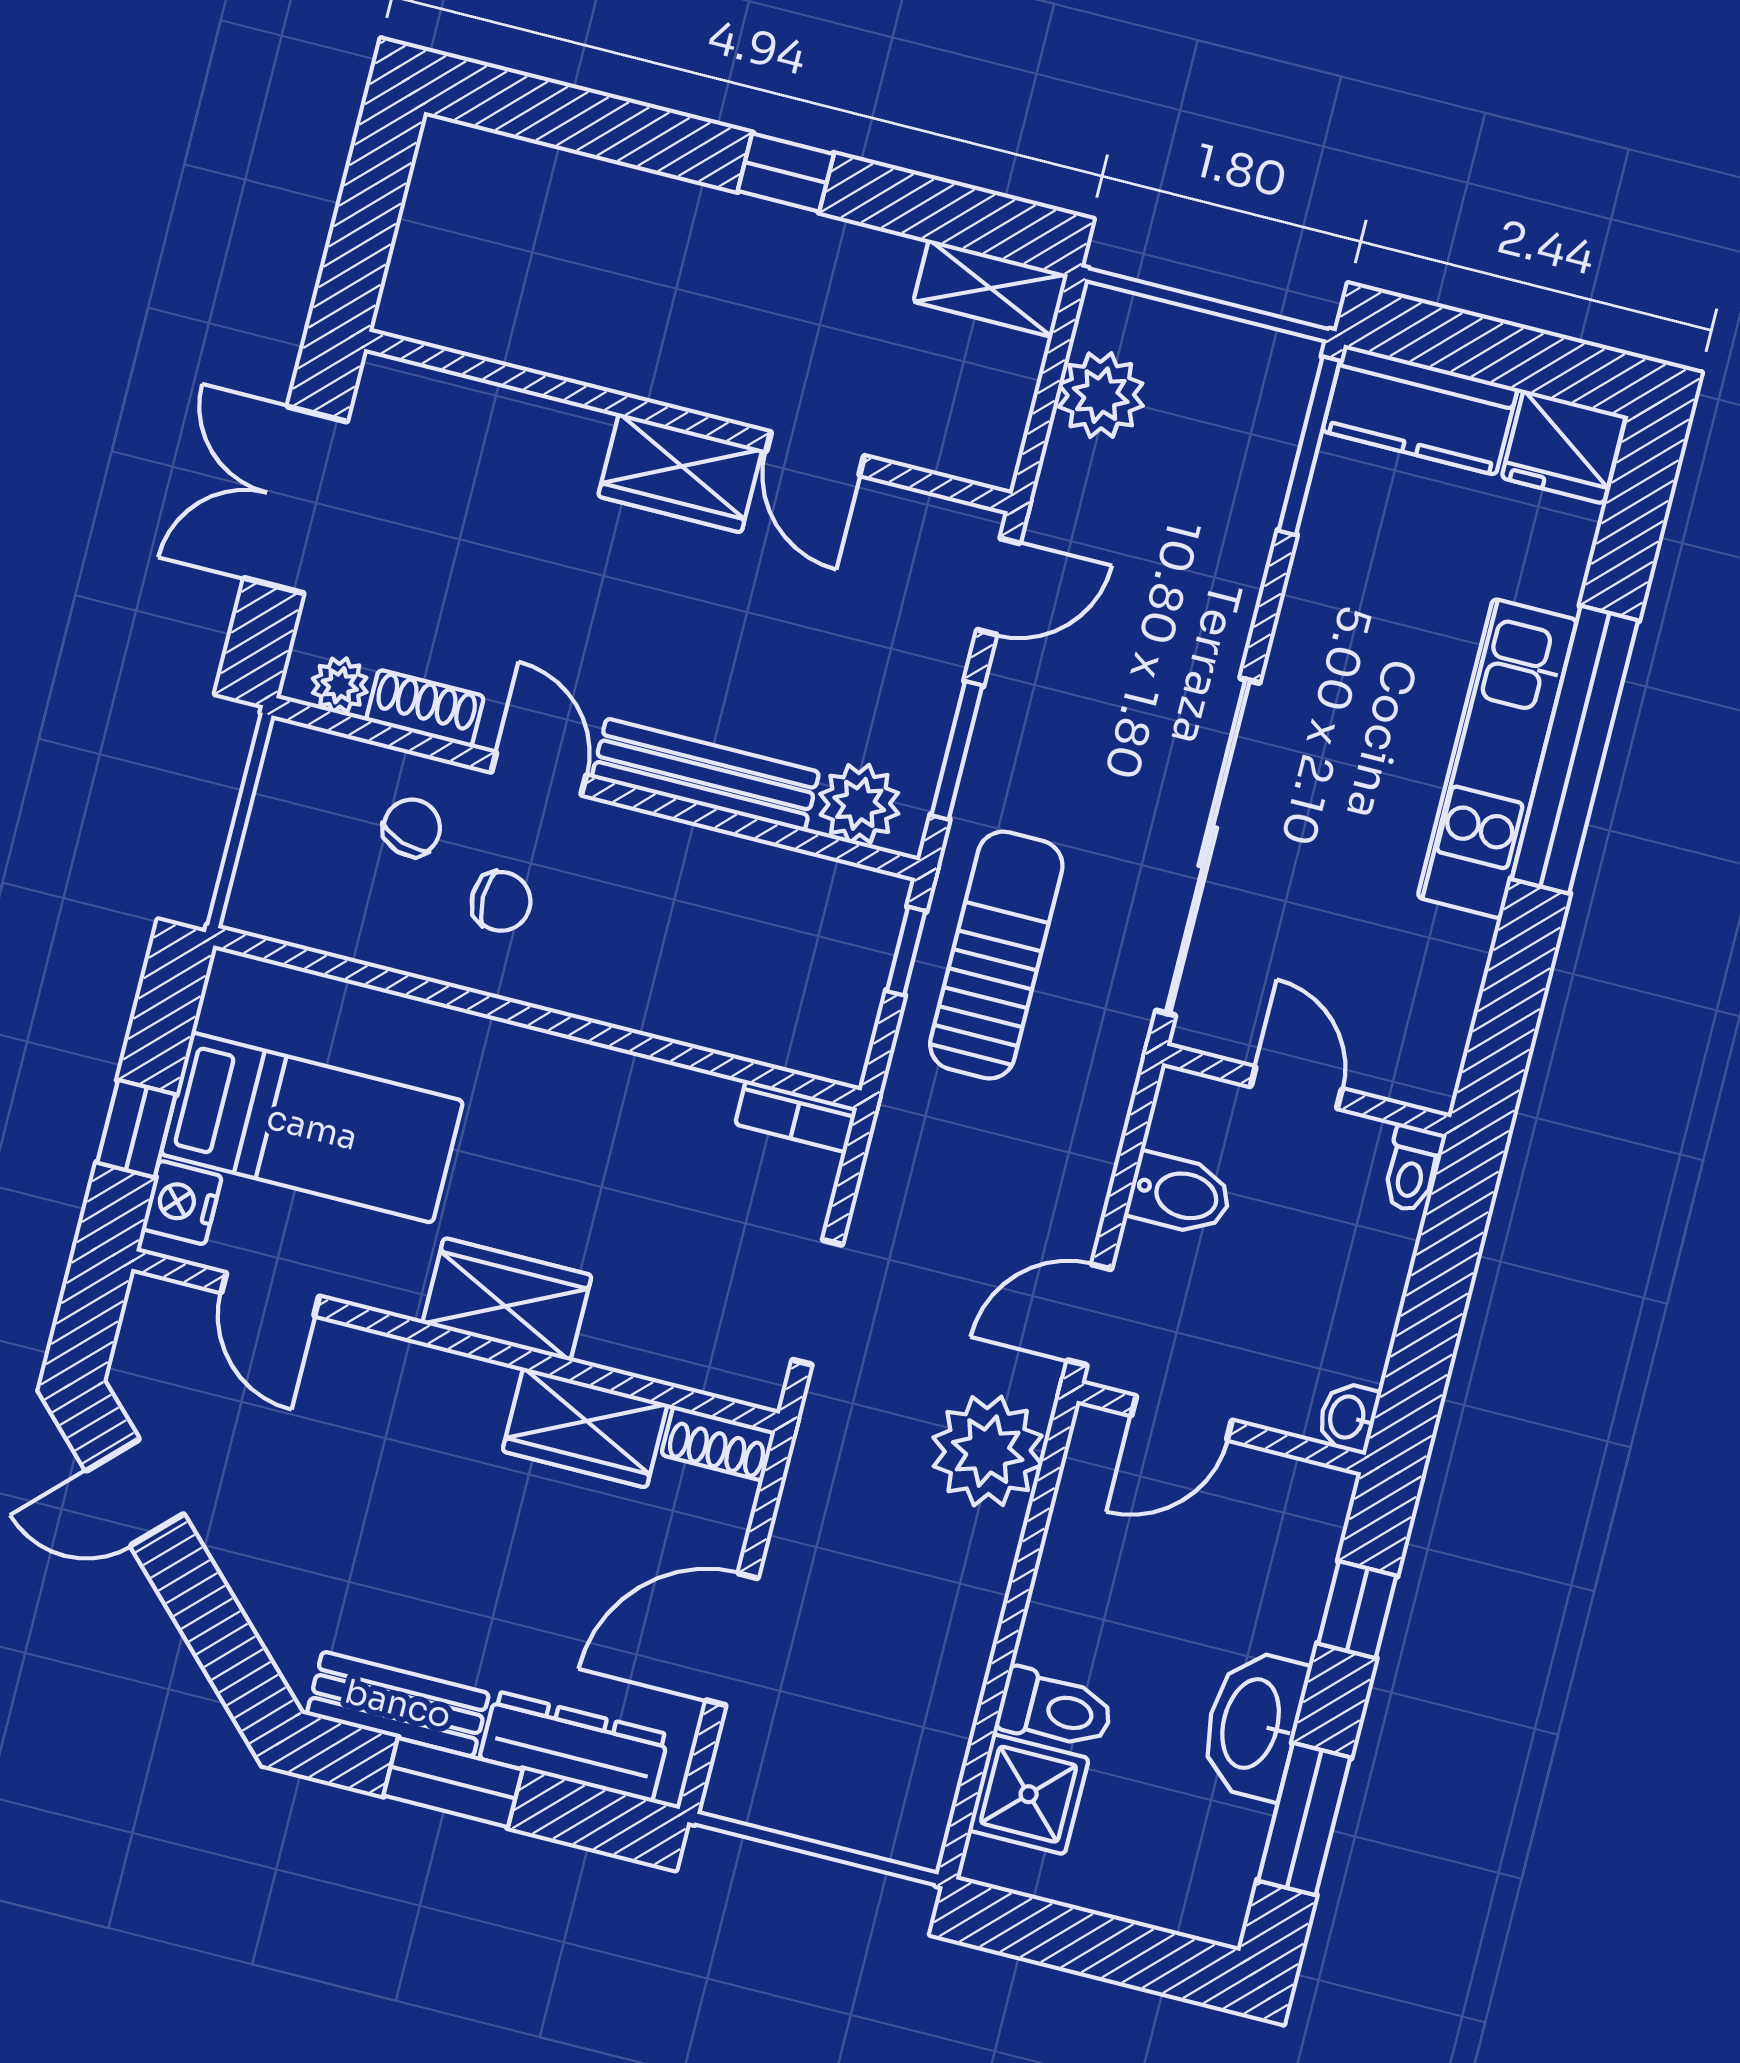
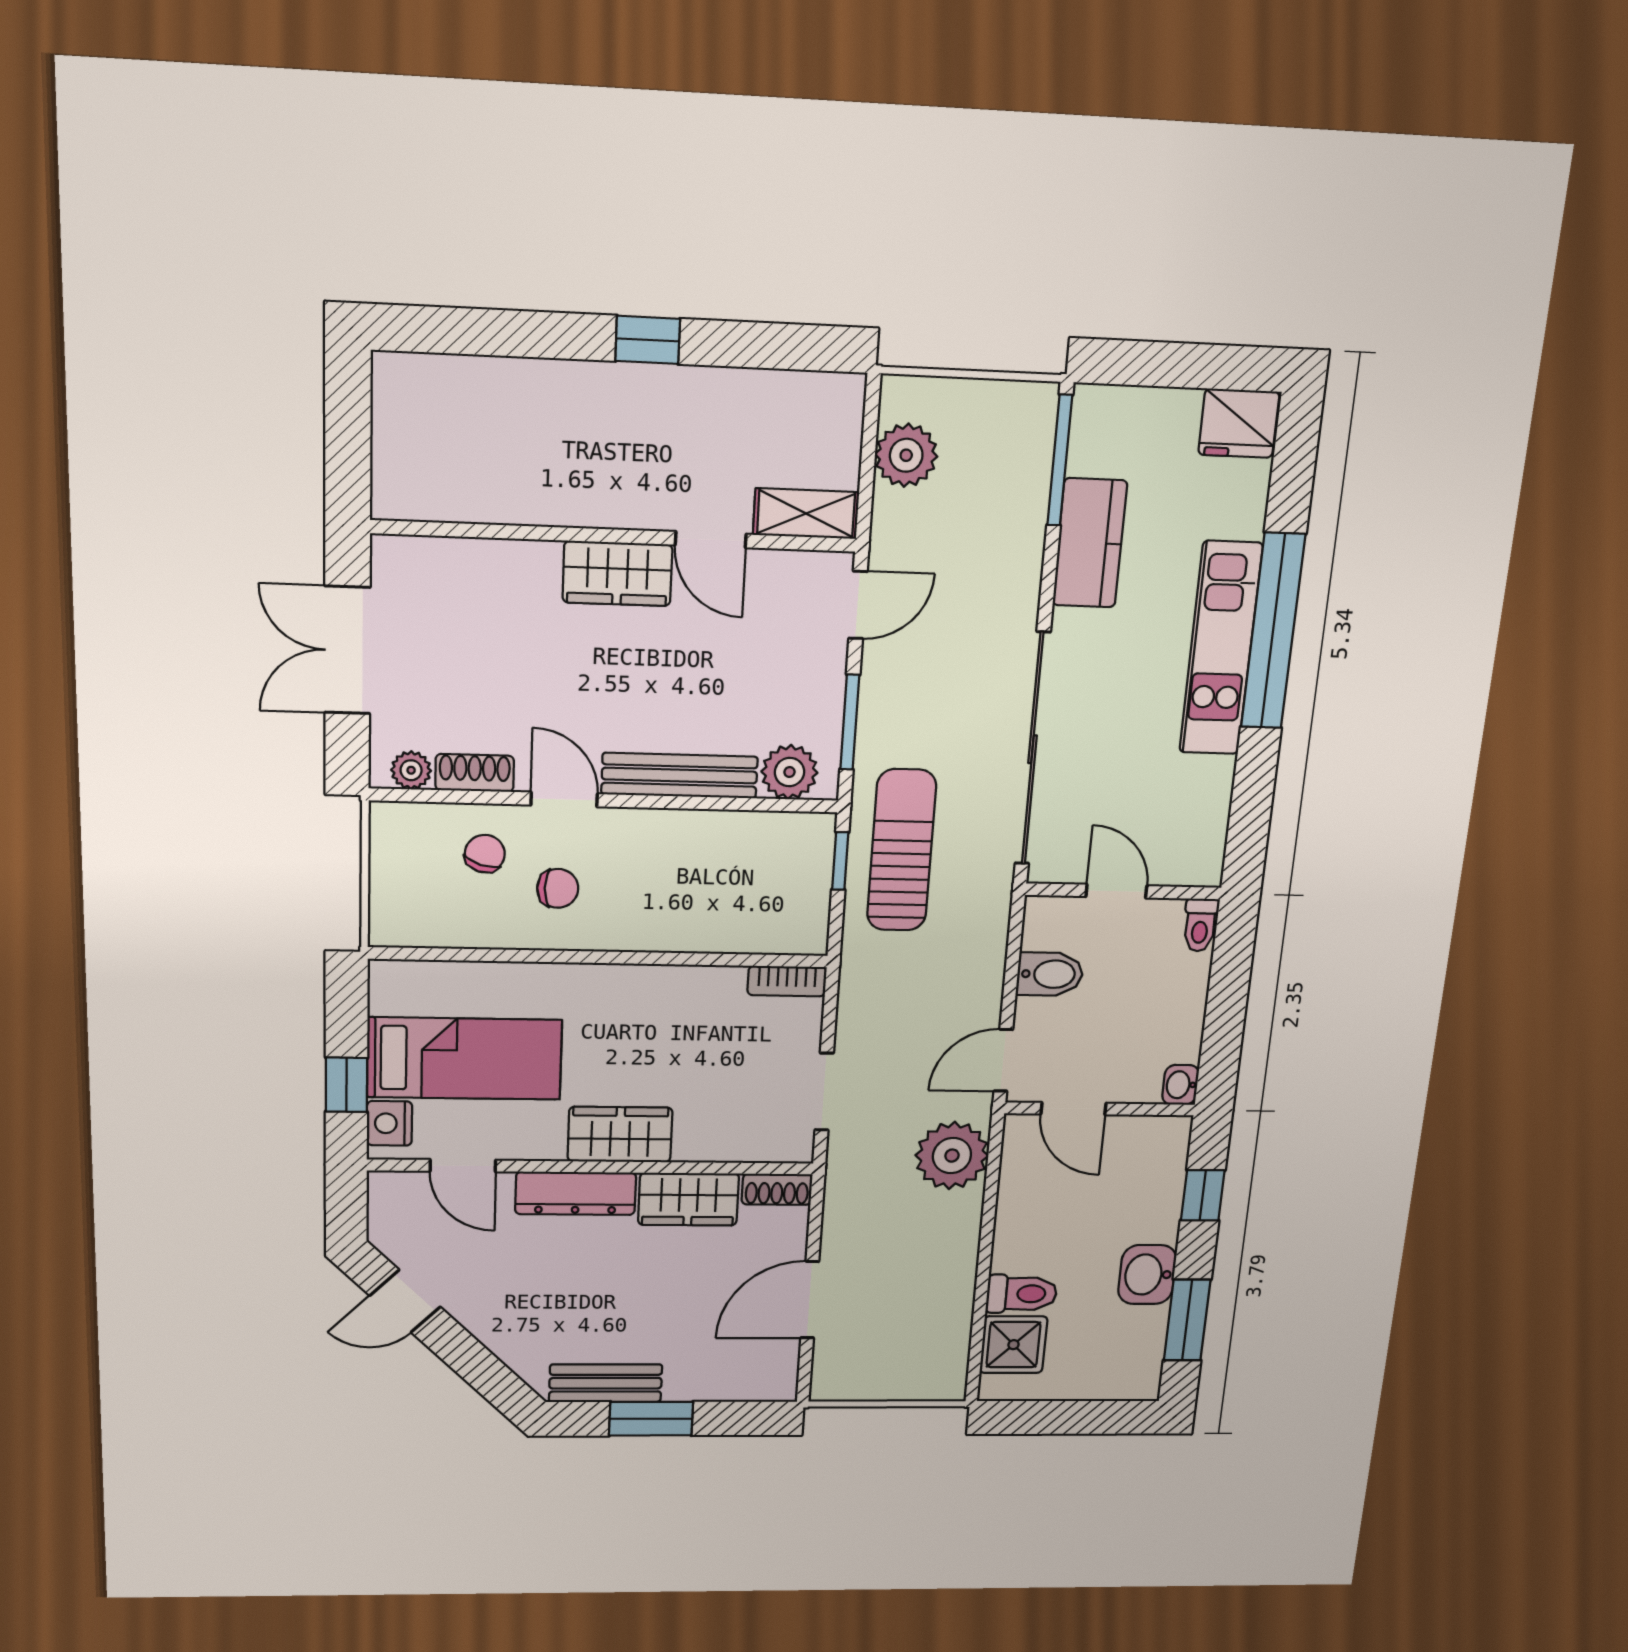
shelving: (991, 288) -> (806, 514), moved
kitchen counter: (1420, 410) -> (1090, 543), moved, turned -90
door: (1182, 1418) -> (1073, 1109), hinge flipped
washbasin: (1253, 1724) -> (1147, 1275), width x0.72
dresser: (574, 1747) -> (576, 1193), moved, turned 180

